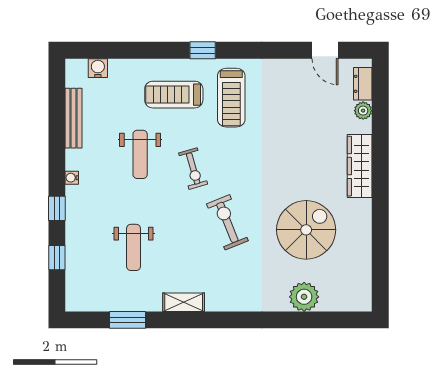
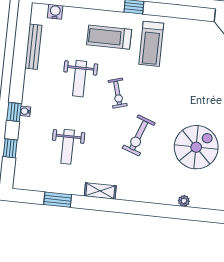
water cooler: (72, 178) -> (25, 111), moved
exercise bike: (227, 222) -> (139, 135), turned -138
plant: (304, 297) -> (184, 201), width x0.53, depth x0.53

